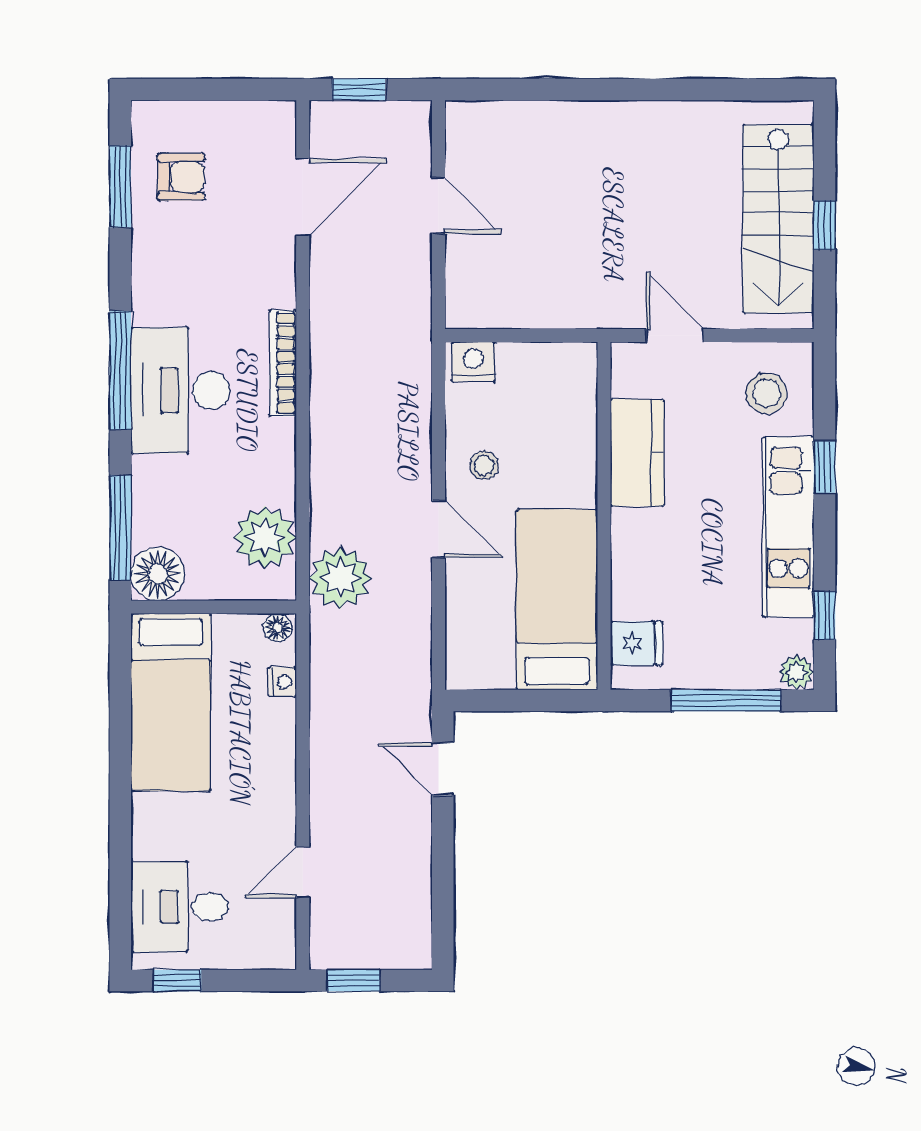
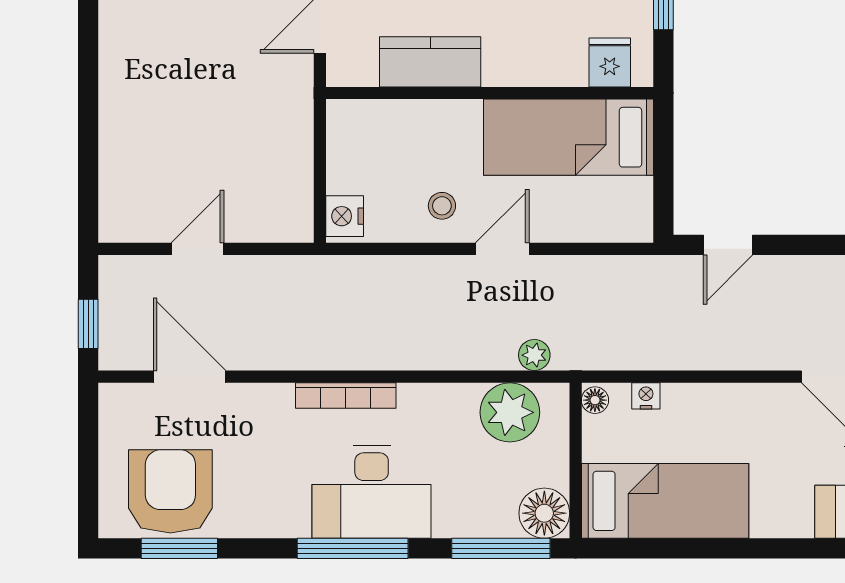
armchair: (181, 177) -> (170, 491), width x1.88, depth x1.88
plant: (340, 578) -> (534, 355), width x0.53, depth x0.53

